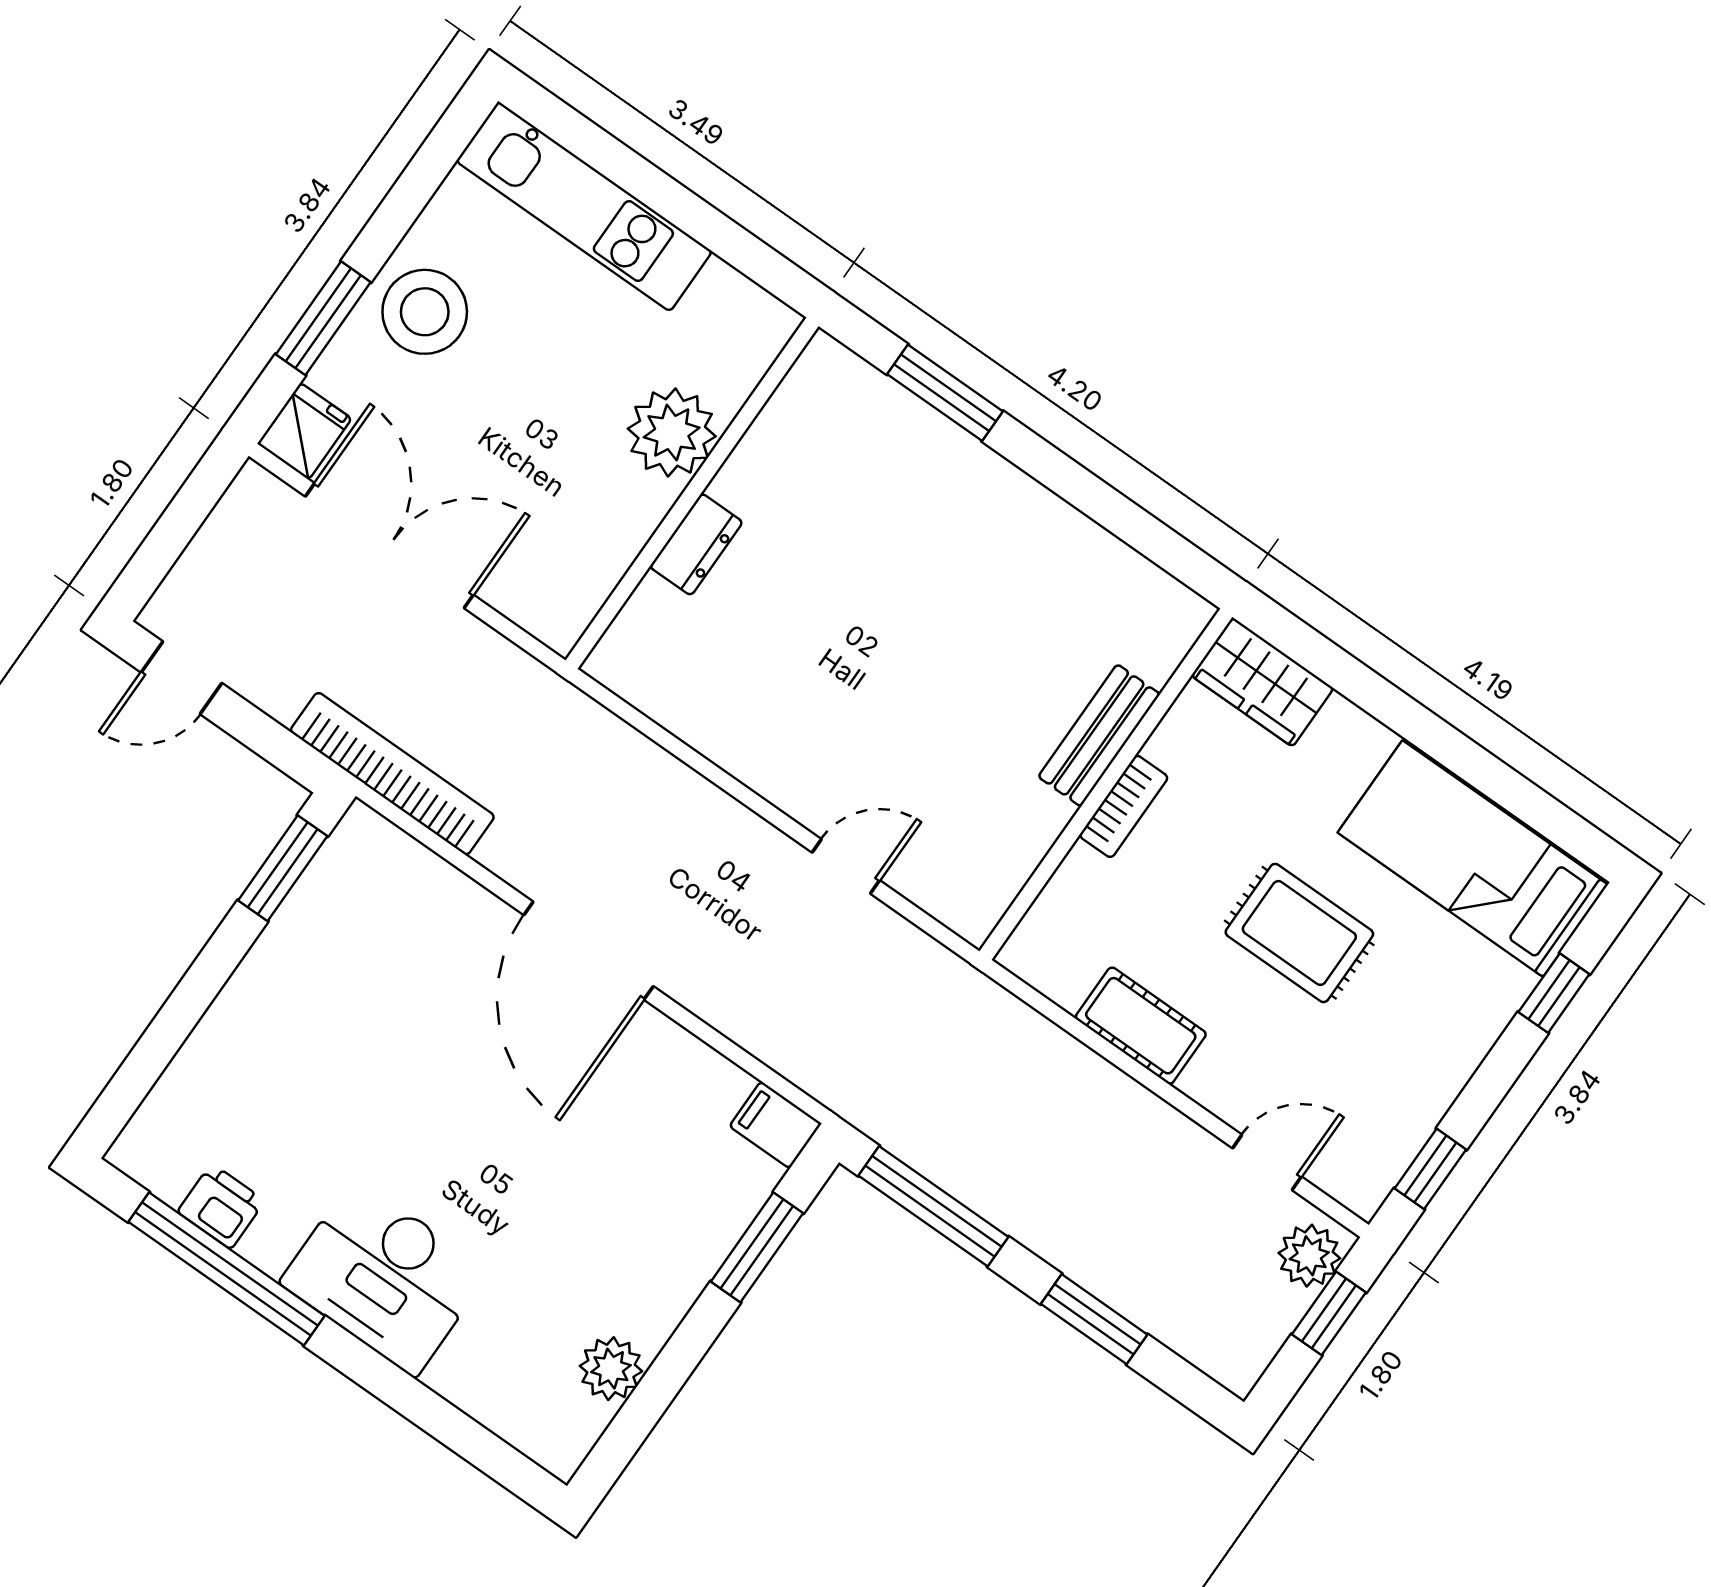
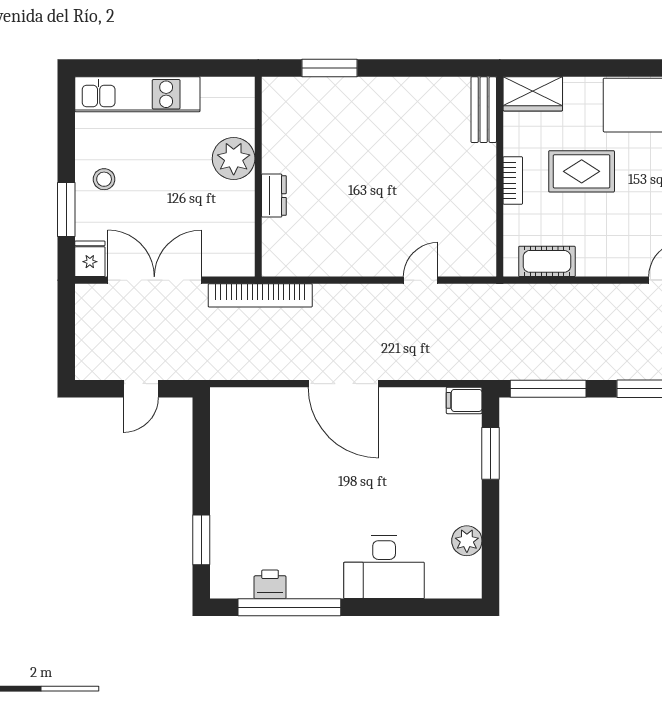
stool: (425, 312) -> (104, 179), width x0.53, depth x0.53
door: (181, 678) -> (141, 389), moved
bench: (1099, 735) -> (484, 110), moved
bookcase: (392, 774) -> (260, 295), moved, turned 180
window: (283, 868) -> (201, 540), moved
rug: (1299, 933) -> (582, 171), moved
cot: (1141, 1026) -> (547, 261), moved
desk: (385, 1277) -> (384, 567), moved

